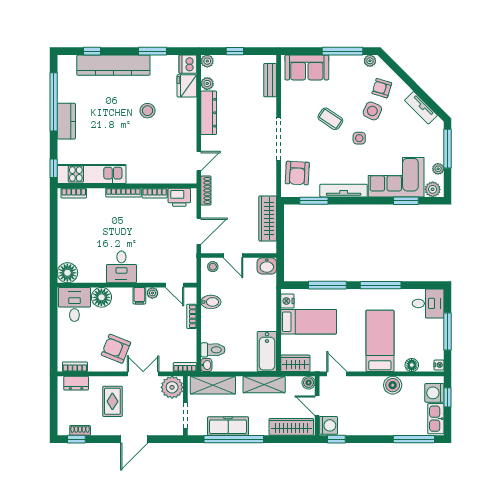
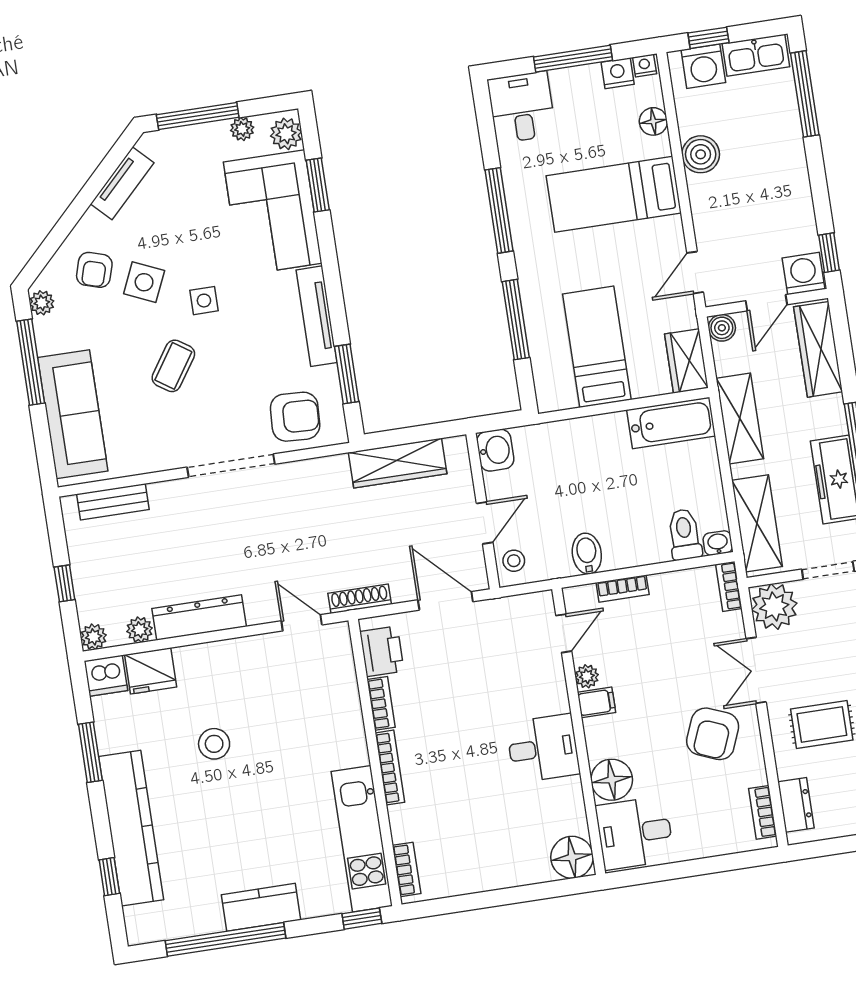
sofa: (307, 67) -> (73, 414), width x1.36
nightstand: (287, 301) -> (618, 73), moved, turned 180

